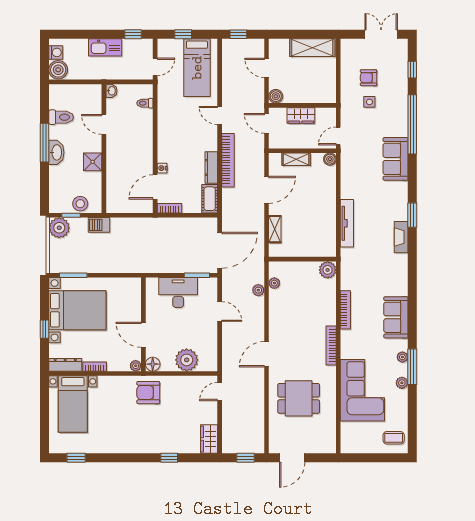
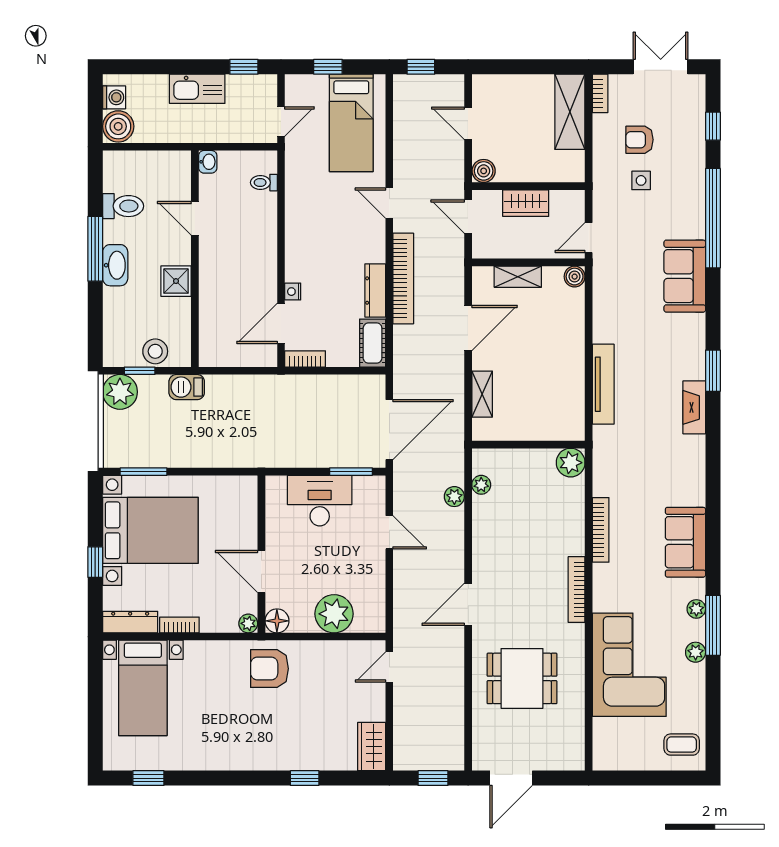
shelving: (312, 48) -> (570, 112), moved, turned 90
bookcase: (345, 50) -> (600, 93), added

